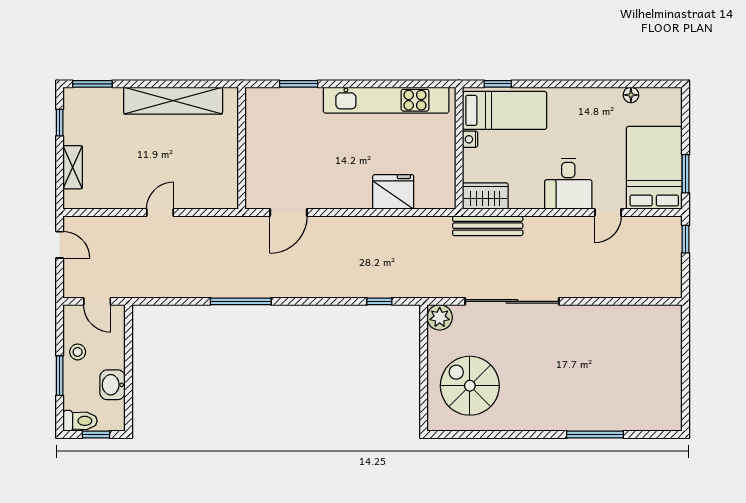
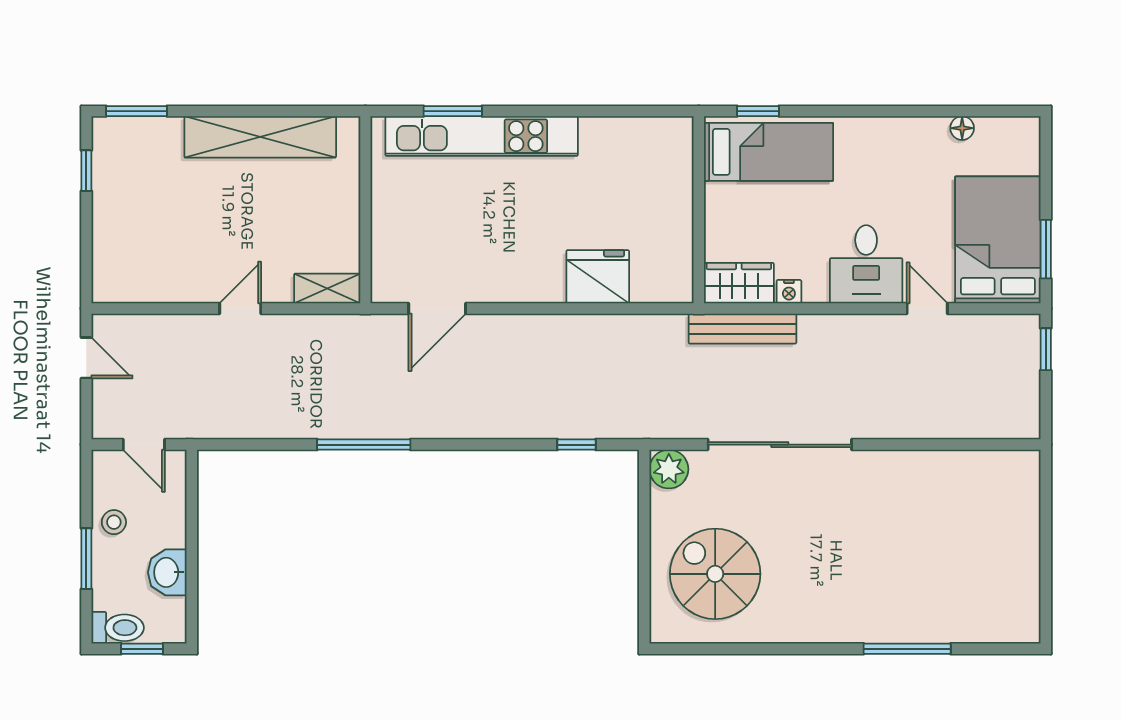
kitchen unit: (386, 100) -> (482, 136), moved
nightstand: (470, 139) -> (789, 292), moved, turned -90
shelving: (73, 167) -> (327, 288), moved, turned 90
door: (608, 213) -> (927, 308), swing flipped

